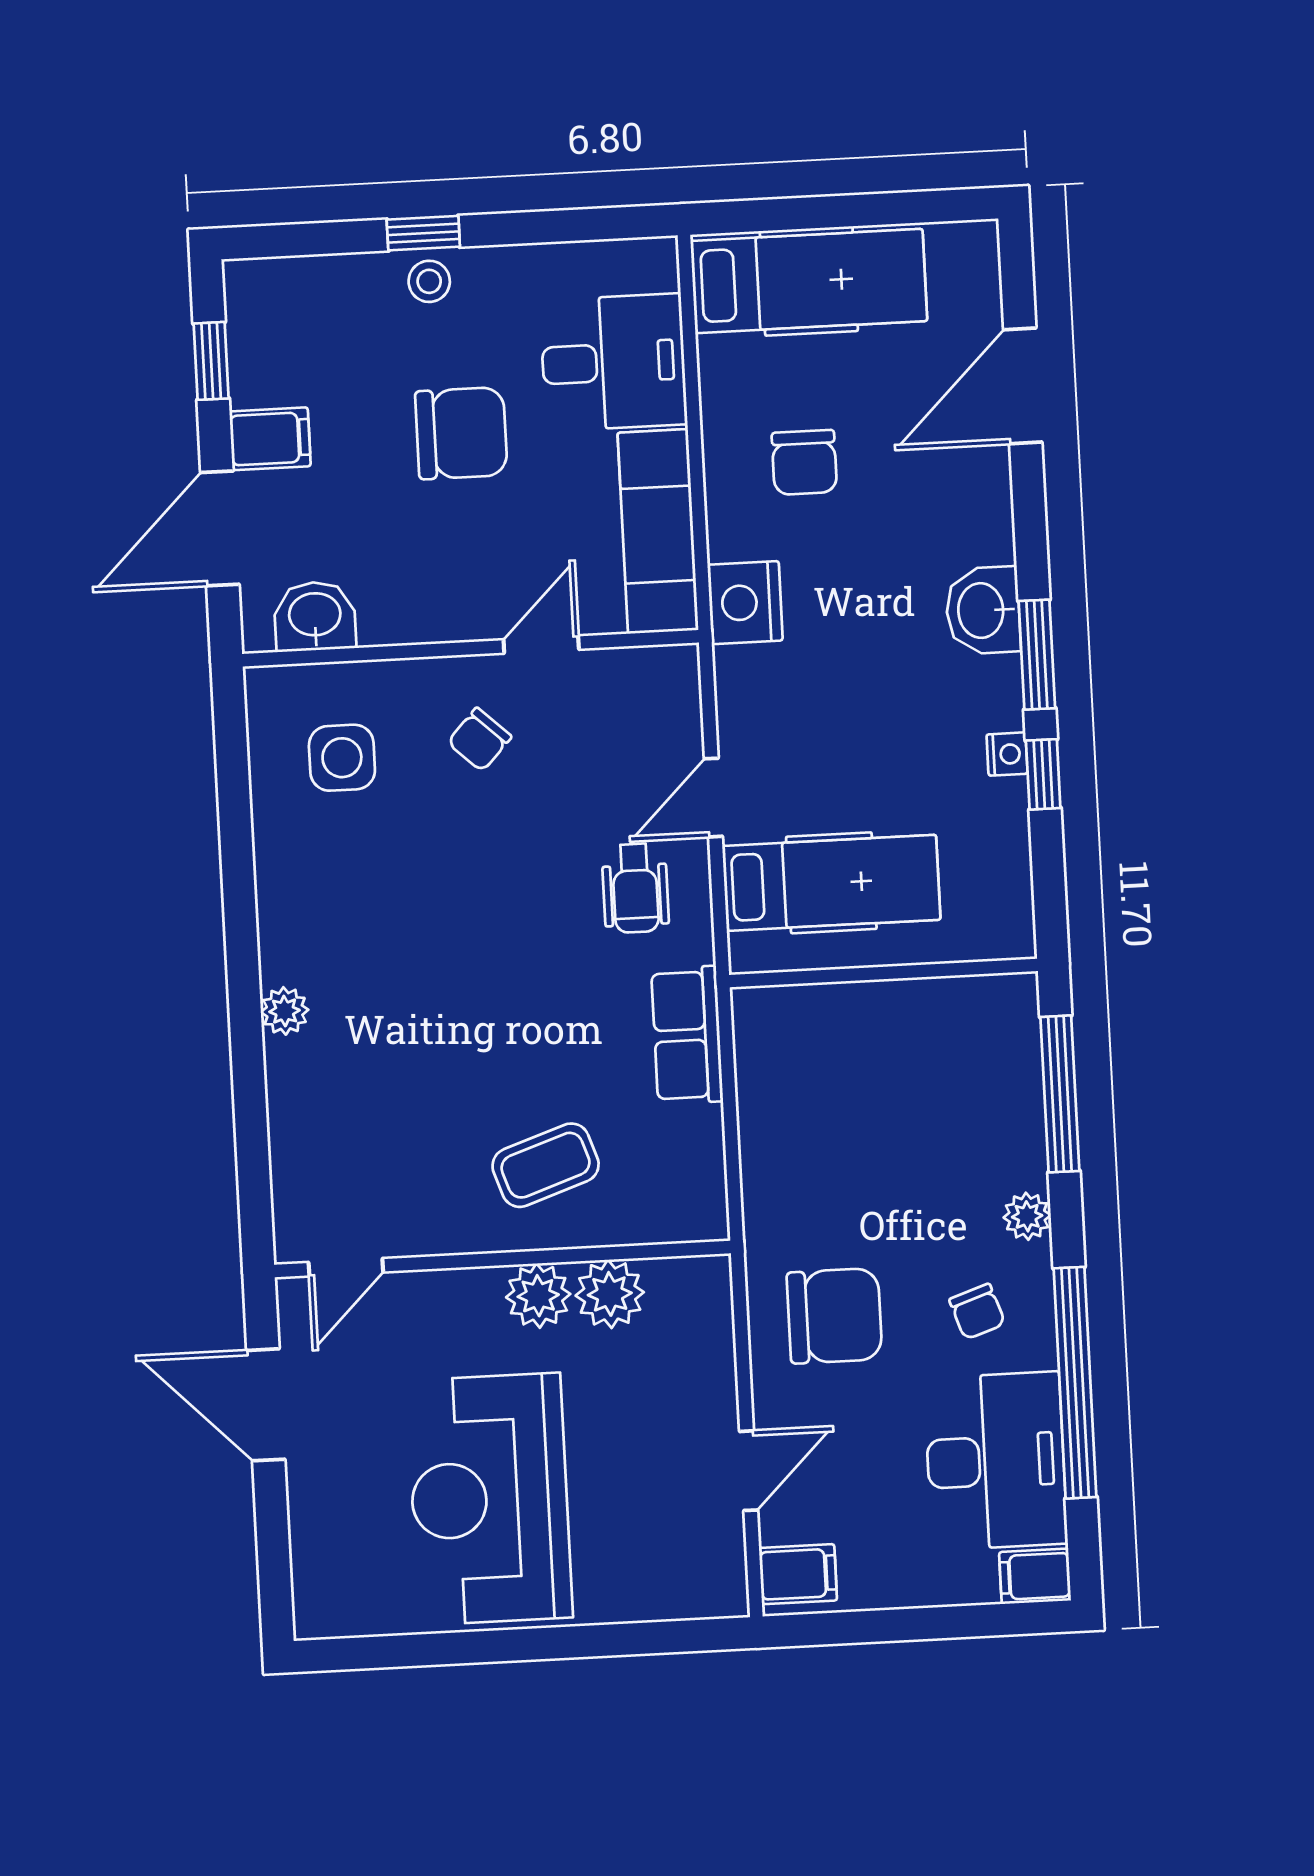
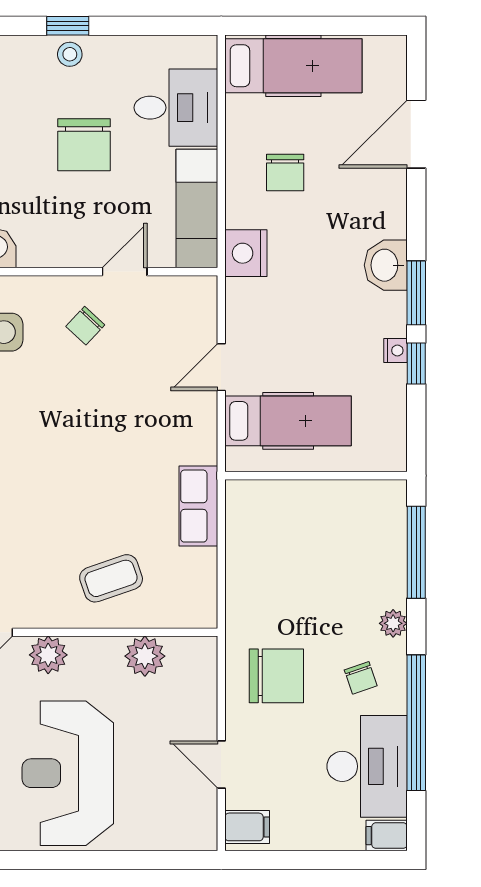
chair: (461, 433) -> (84, 145), turned 90
wheelchair: (635, 888) -> (172, 418), removed
plant: (538, 1296) -> (48, 655), moved
door: (749, 1471) -> (221, 765), swing flipped

